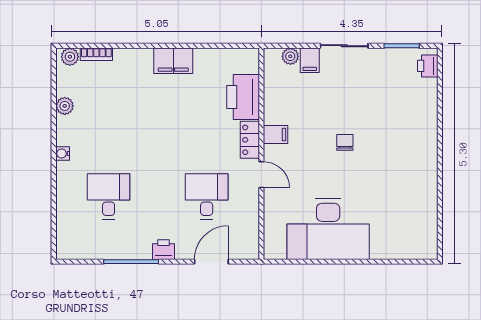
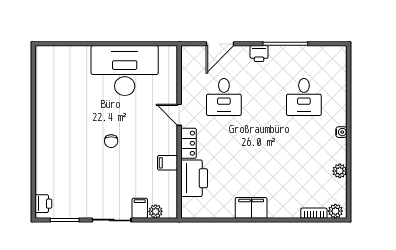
filing cabinet: (276, 135) -> (168, 163), moved

